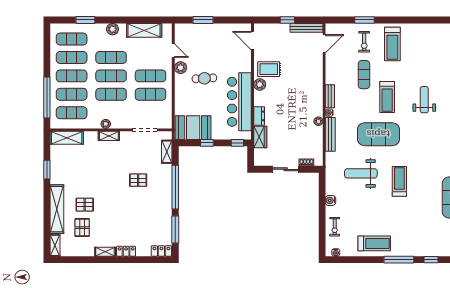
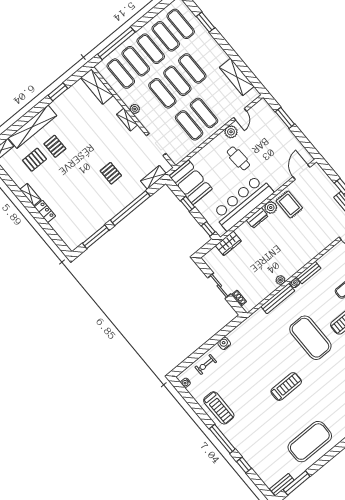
plant: (112, 29) -> (216, 50), removed
dresser: (259, 116) -> (257, 218), moved
weight bench: (361, 173) -> (267, 350), removed
locker: (161, 251) -> (69, 240), removed

